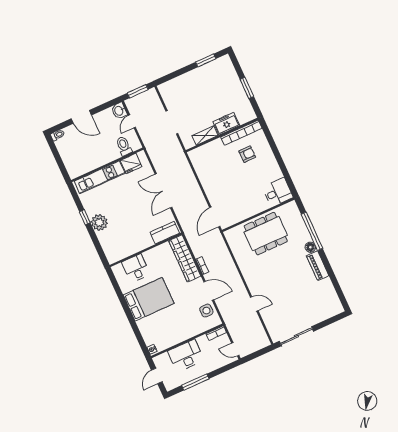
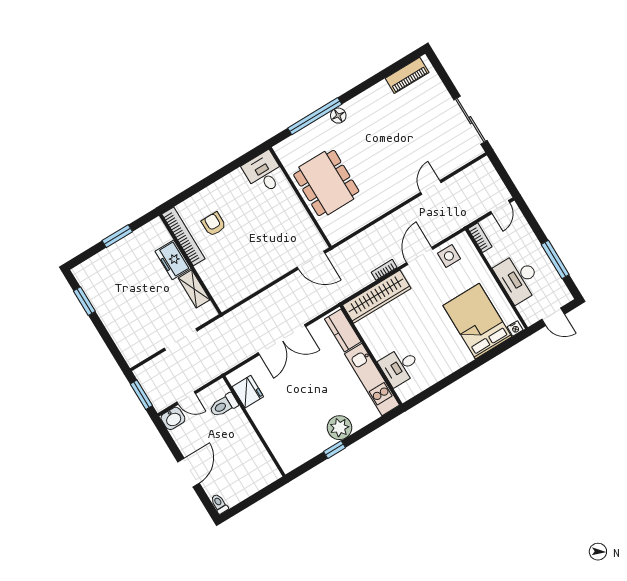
kitchen unit: (100, 177) -> (372, 379), moved, turned 180
piano: (318, 266) -> (407, 75), moved
bed: (149, 299) -> (477, 321), moved

